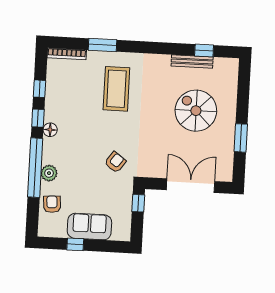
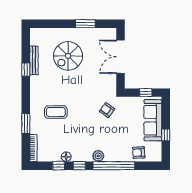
window: (204, 50) -> (26, 70), moved
coffee table: (116, 89) -> (56, 112), width x0.73, depth x0.76
floor lamp: (50, 130) -> (66, 157), moved
plant: (49, 173) -> (98, 156), moved
window: (138, 203) -> (146, 93), moved
sofa: (89, 227) -> (153, 120), width x1.36

